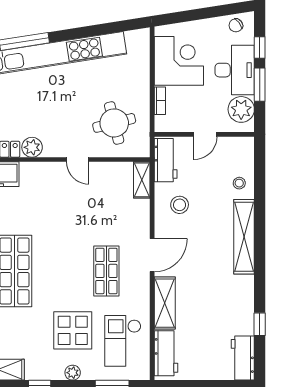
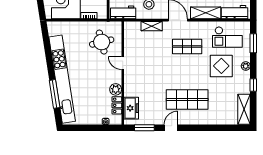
door: (78, 160) -> (123, 63), swing flipped
shelving: (142, 180) -> (152, 26), moved

